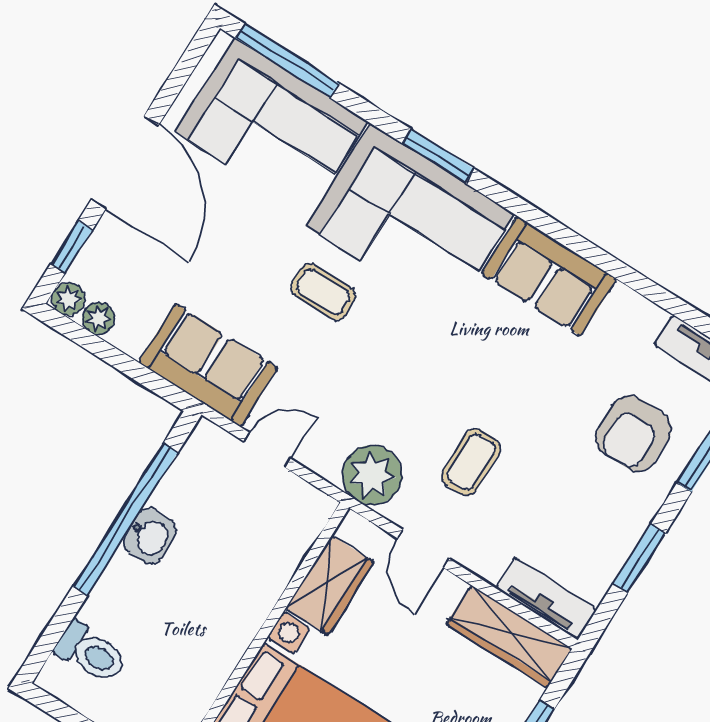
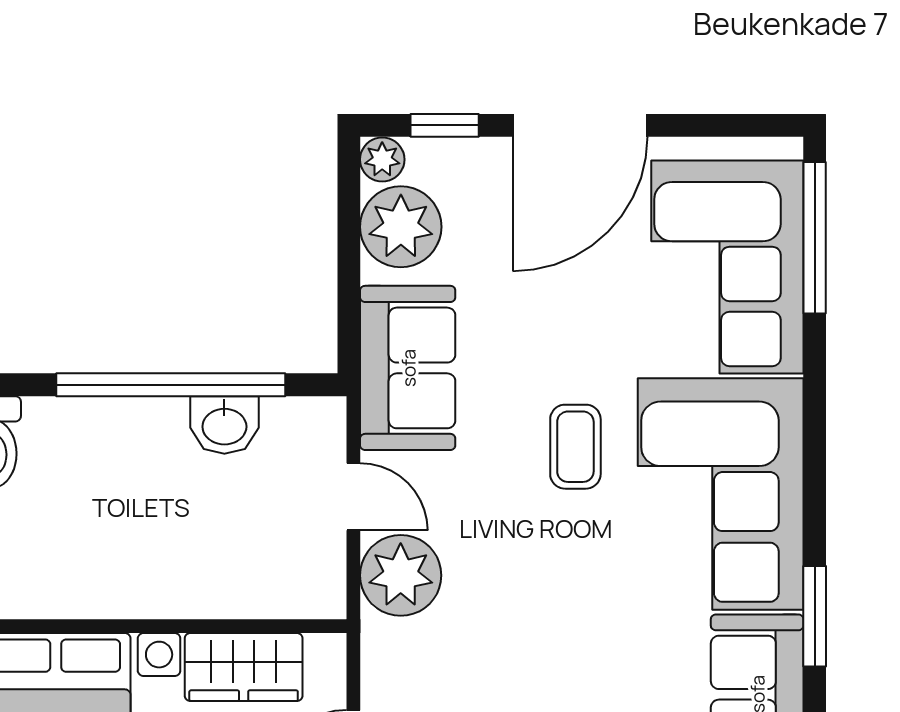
window: (438, 156) -> (815, 616), moved
plant: (98, 318) -> (401, 227), width x1.88, depth x1.88
plant: (372, 475) -> (401, 575), moved
washbasin: (150, 536) -> (224, 425), moved

